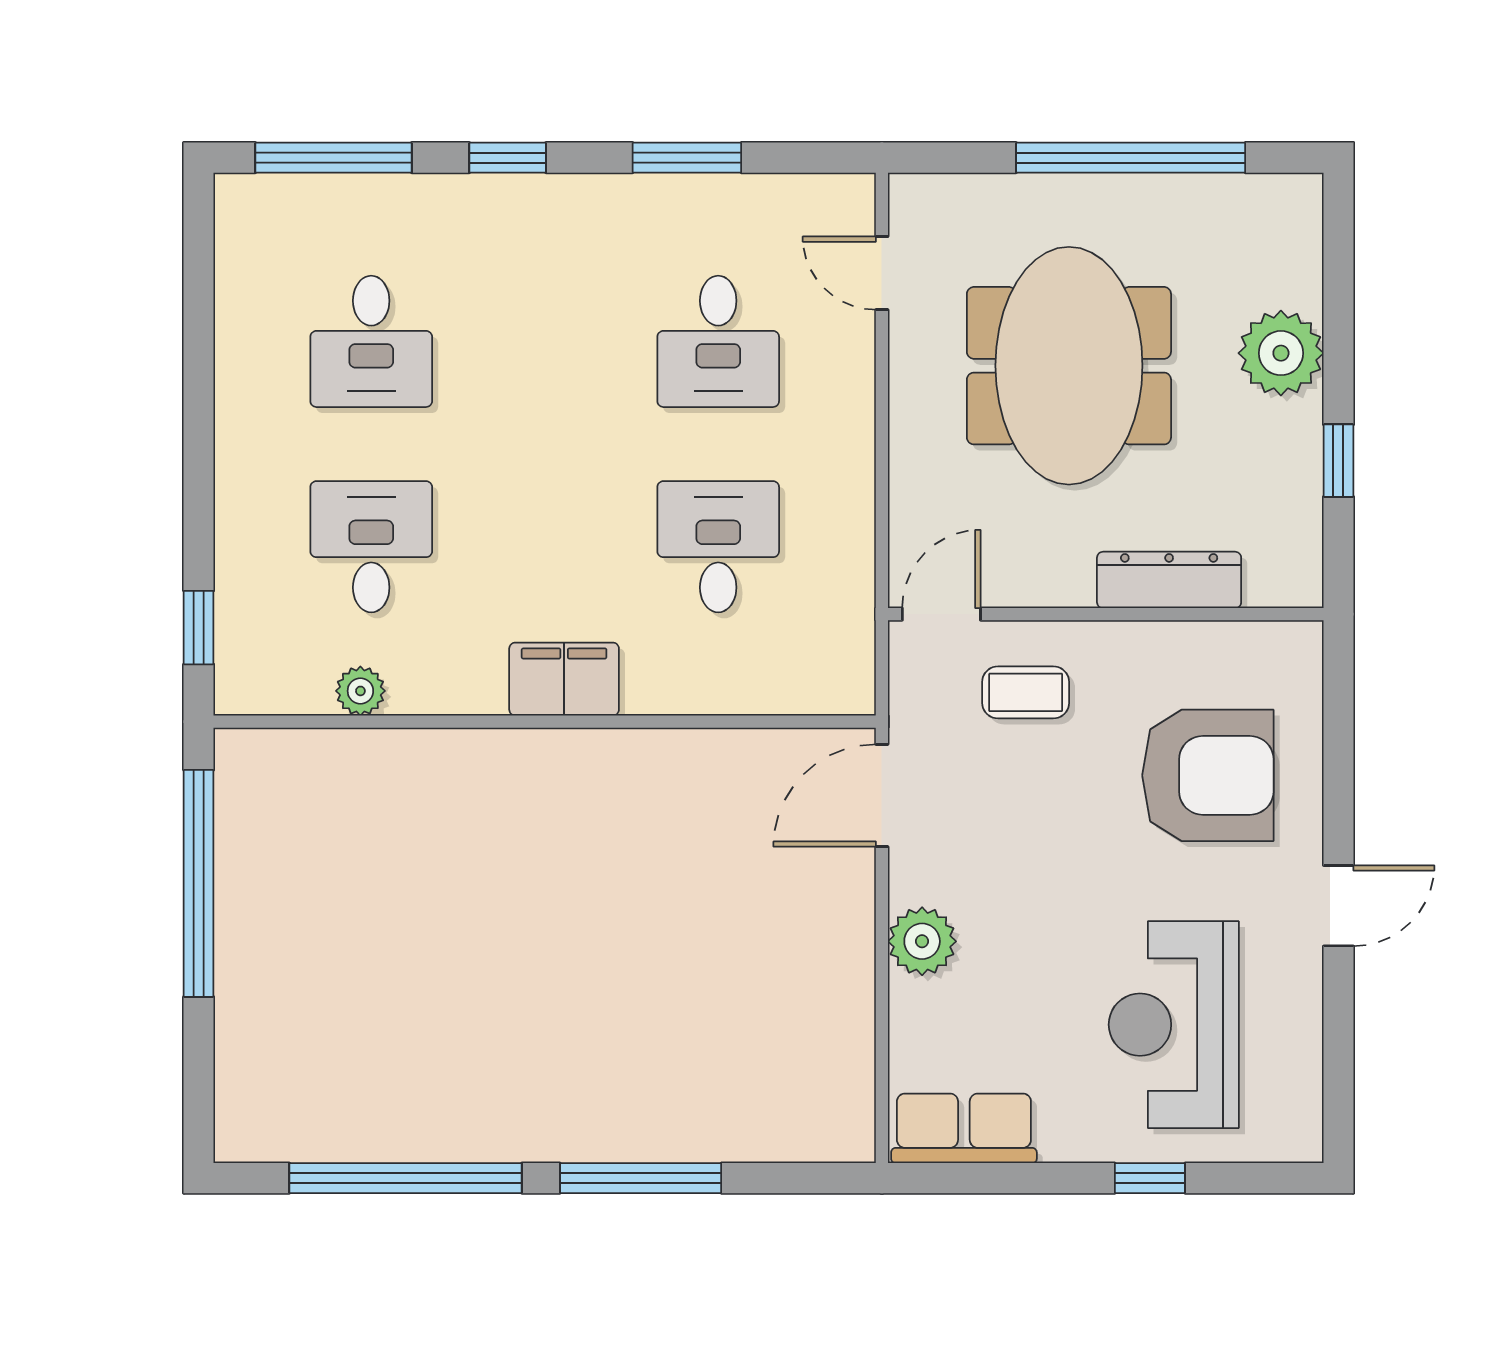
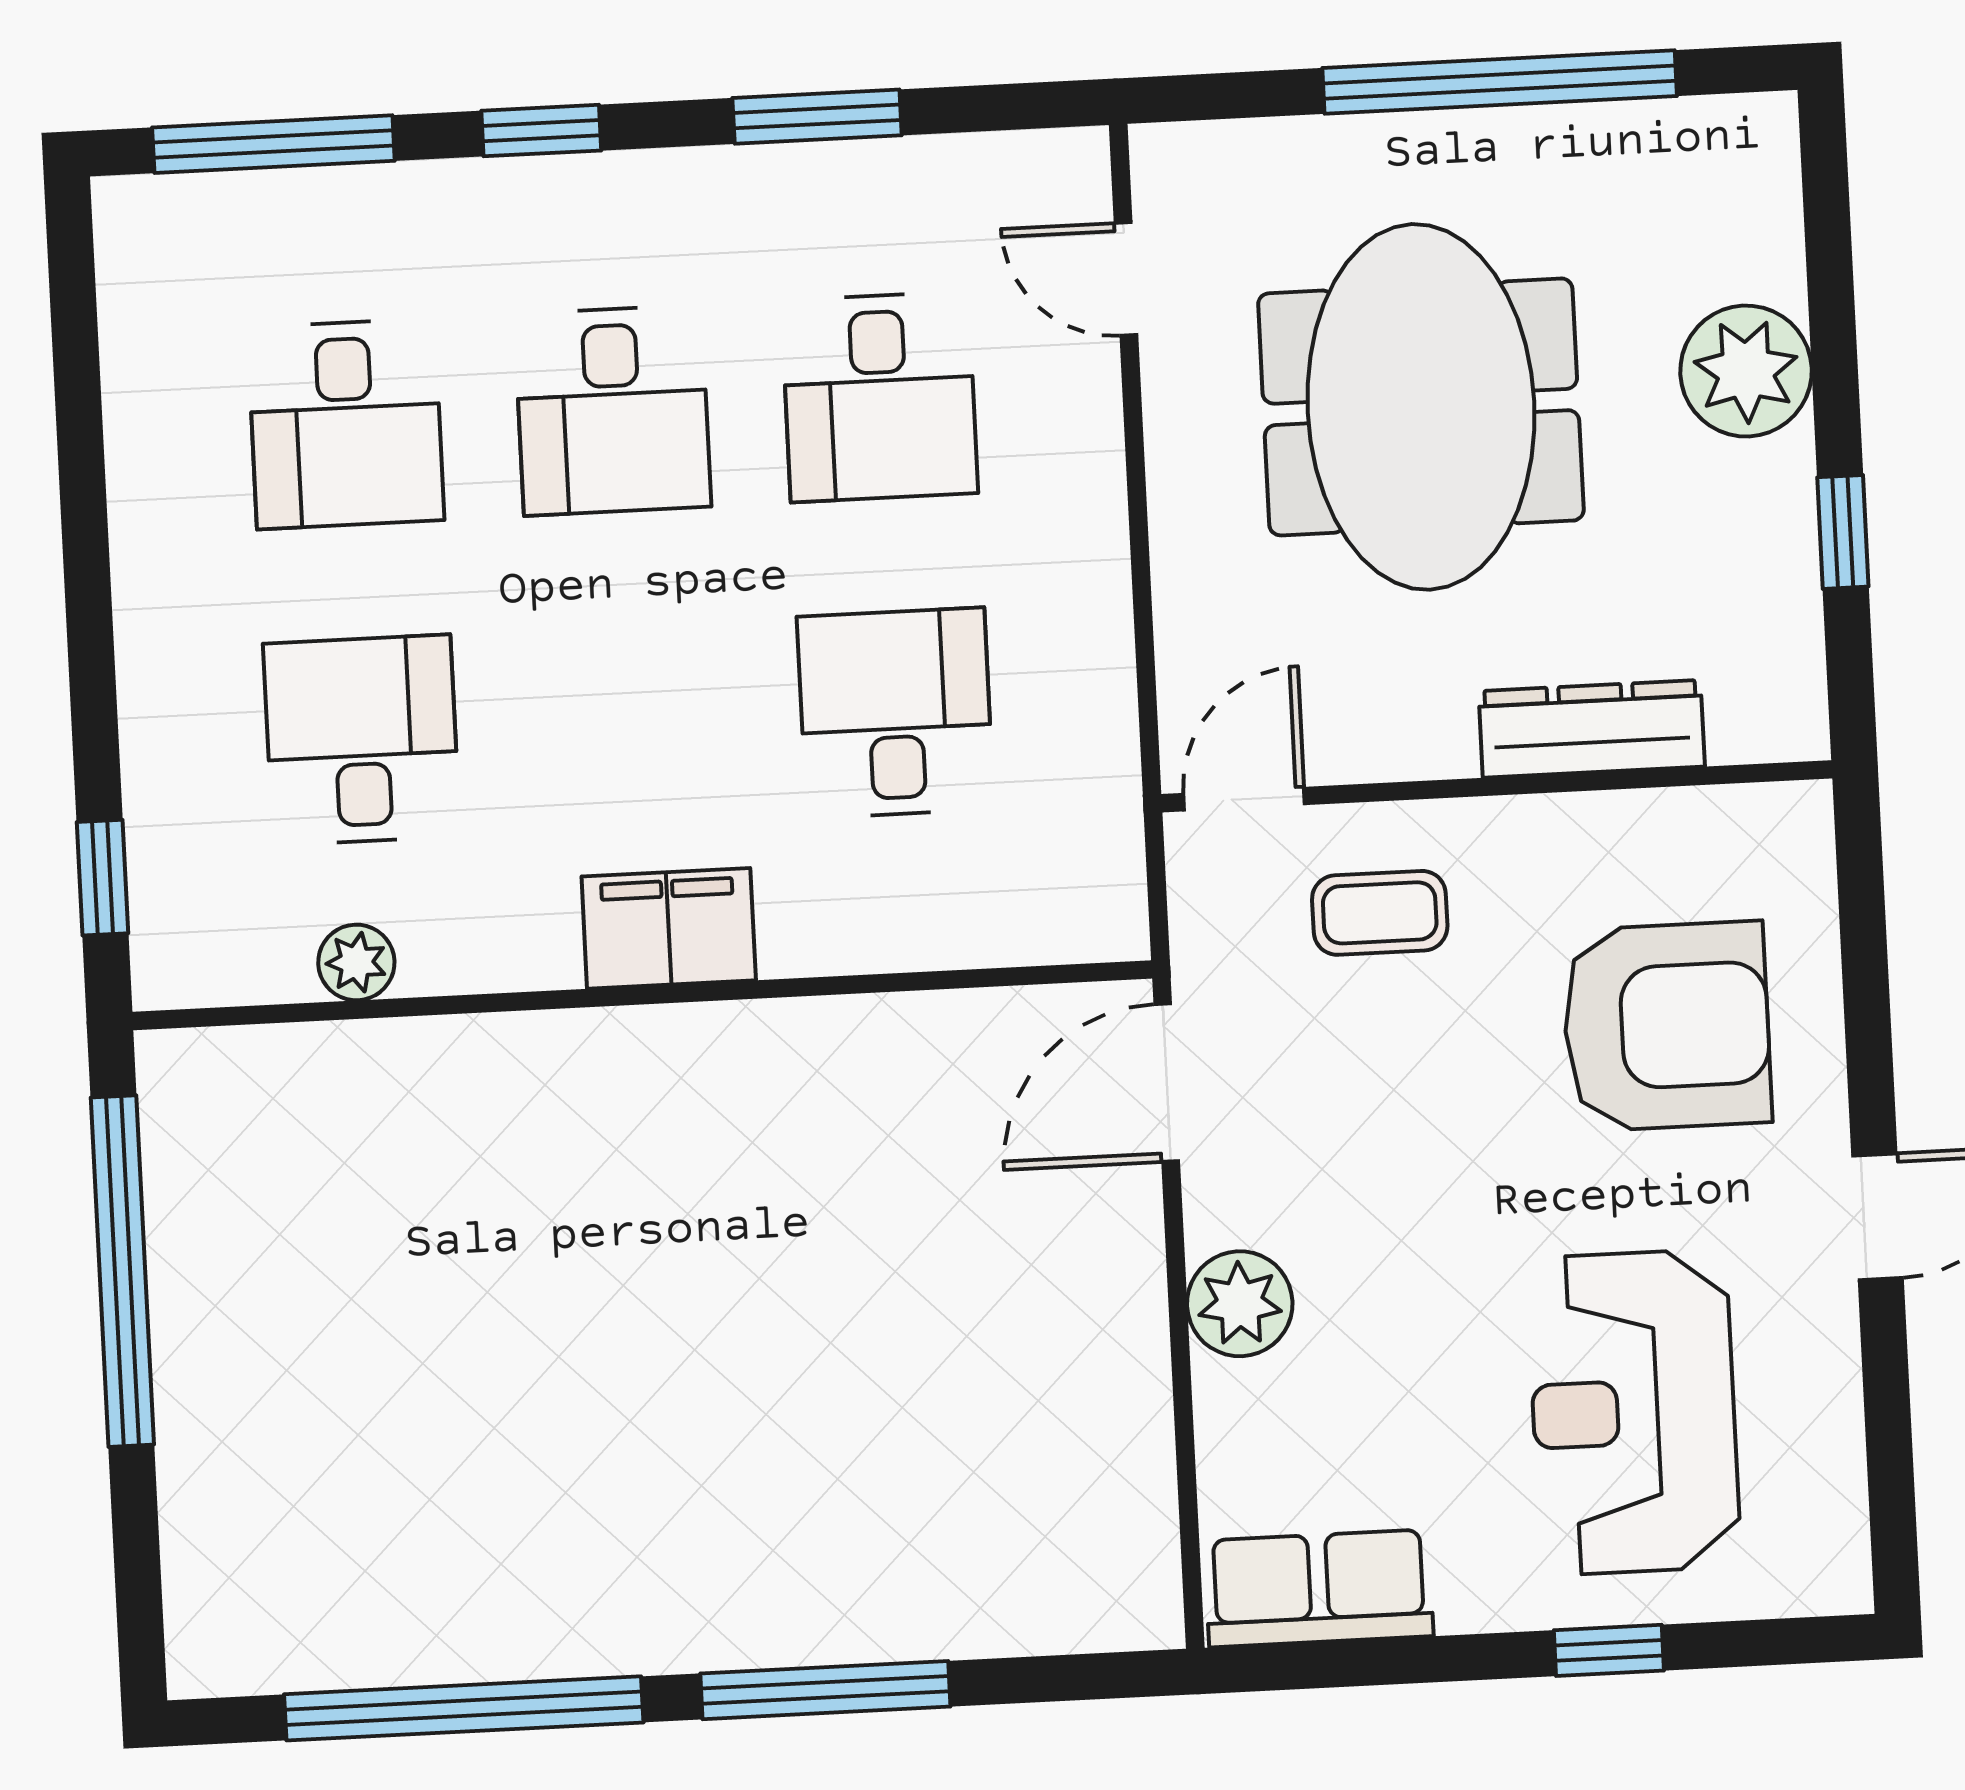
desk: (545, 341) -> (613, 410), added

